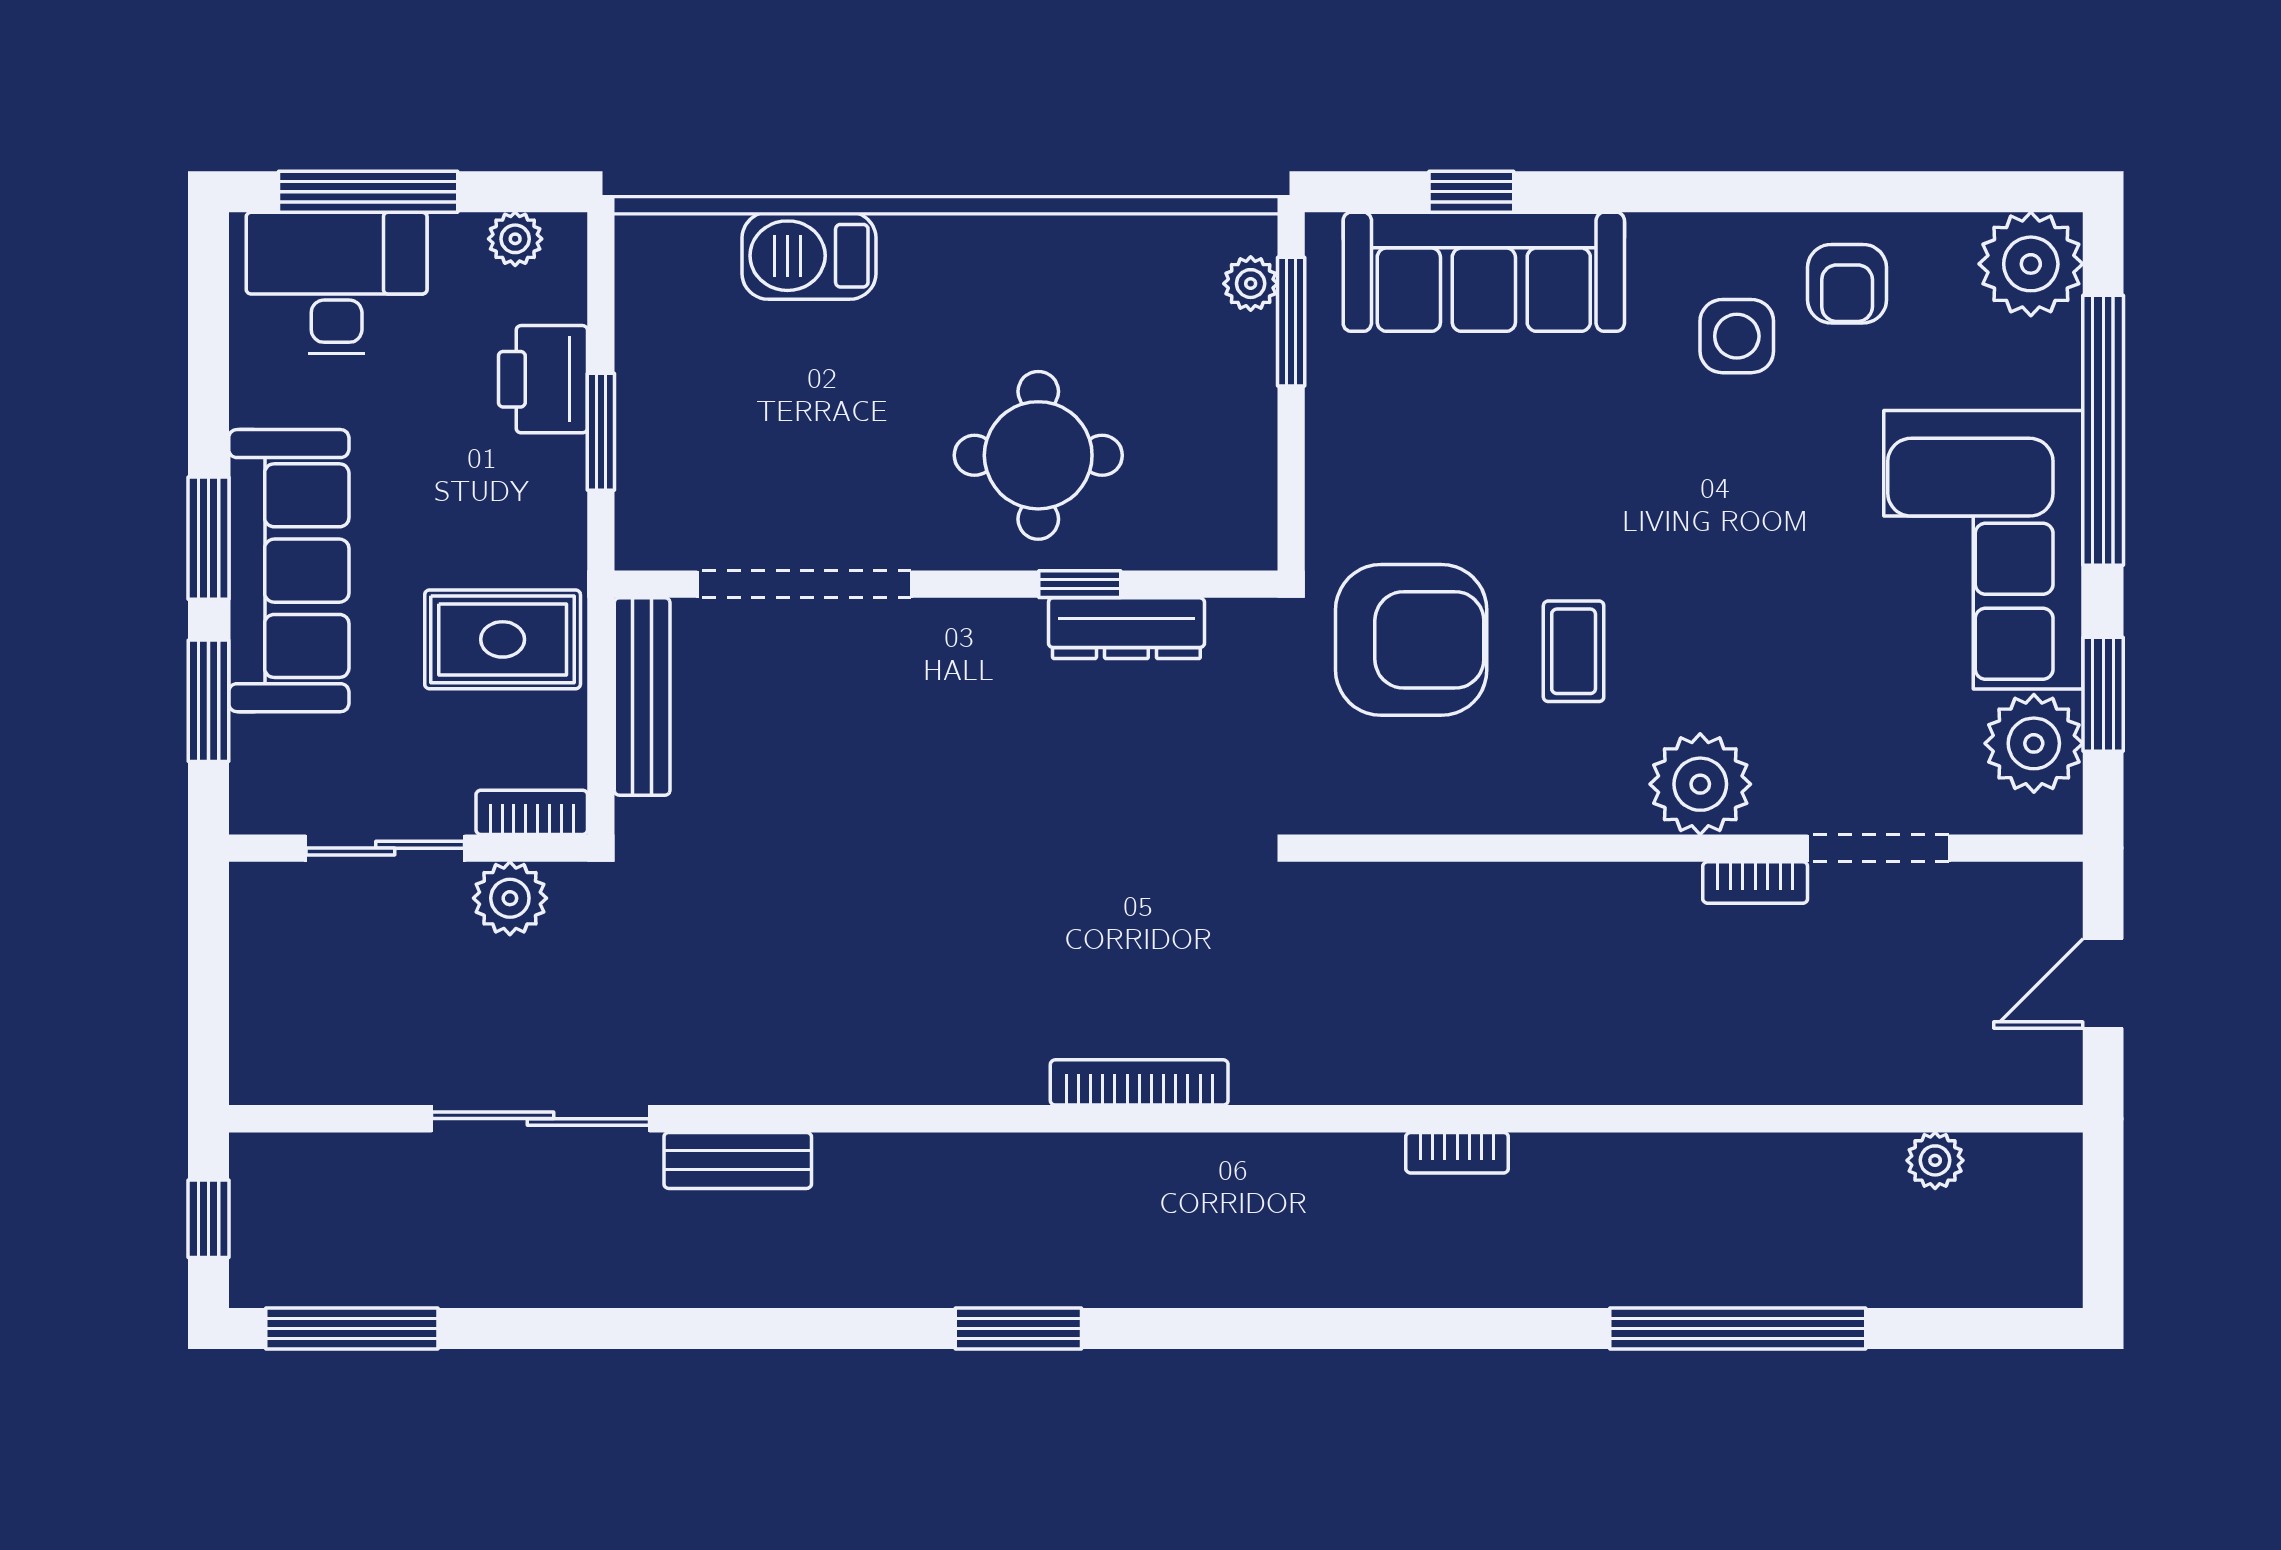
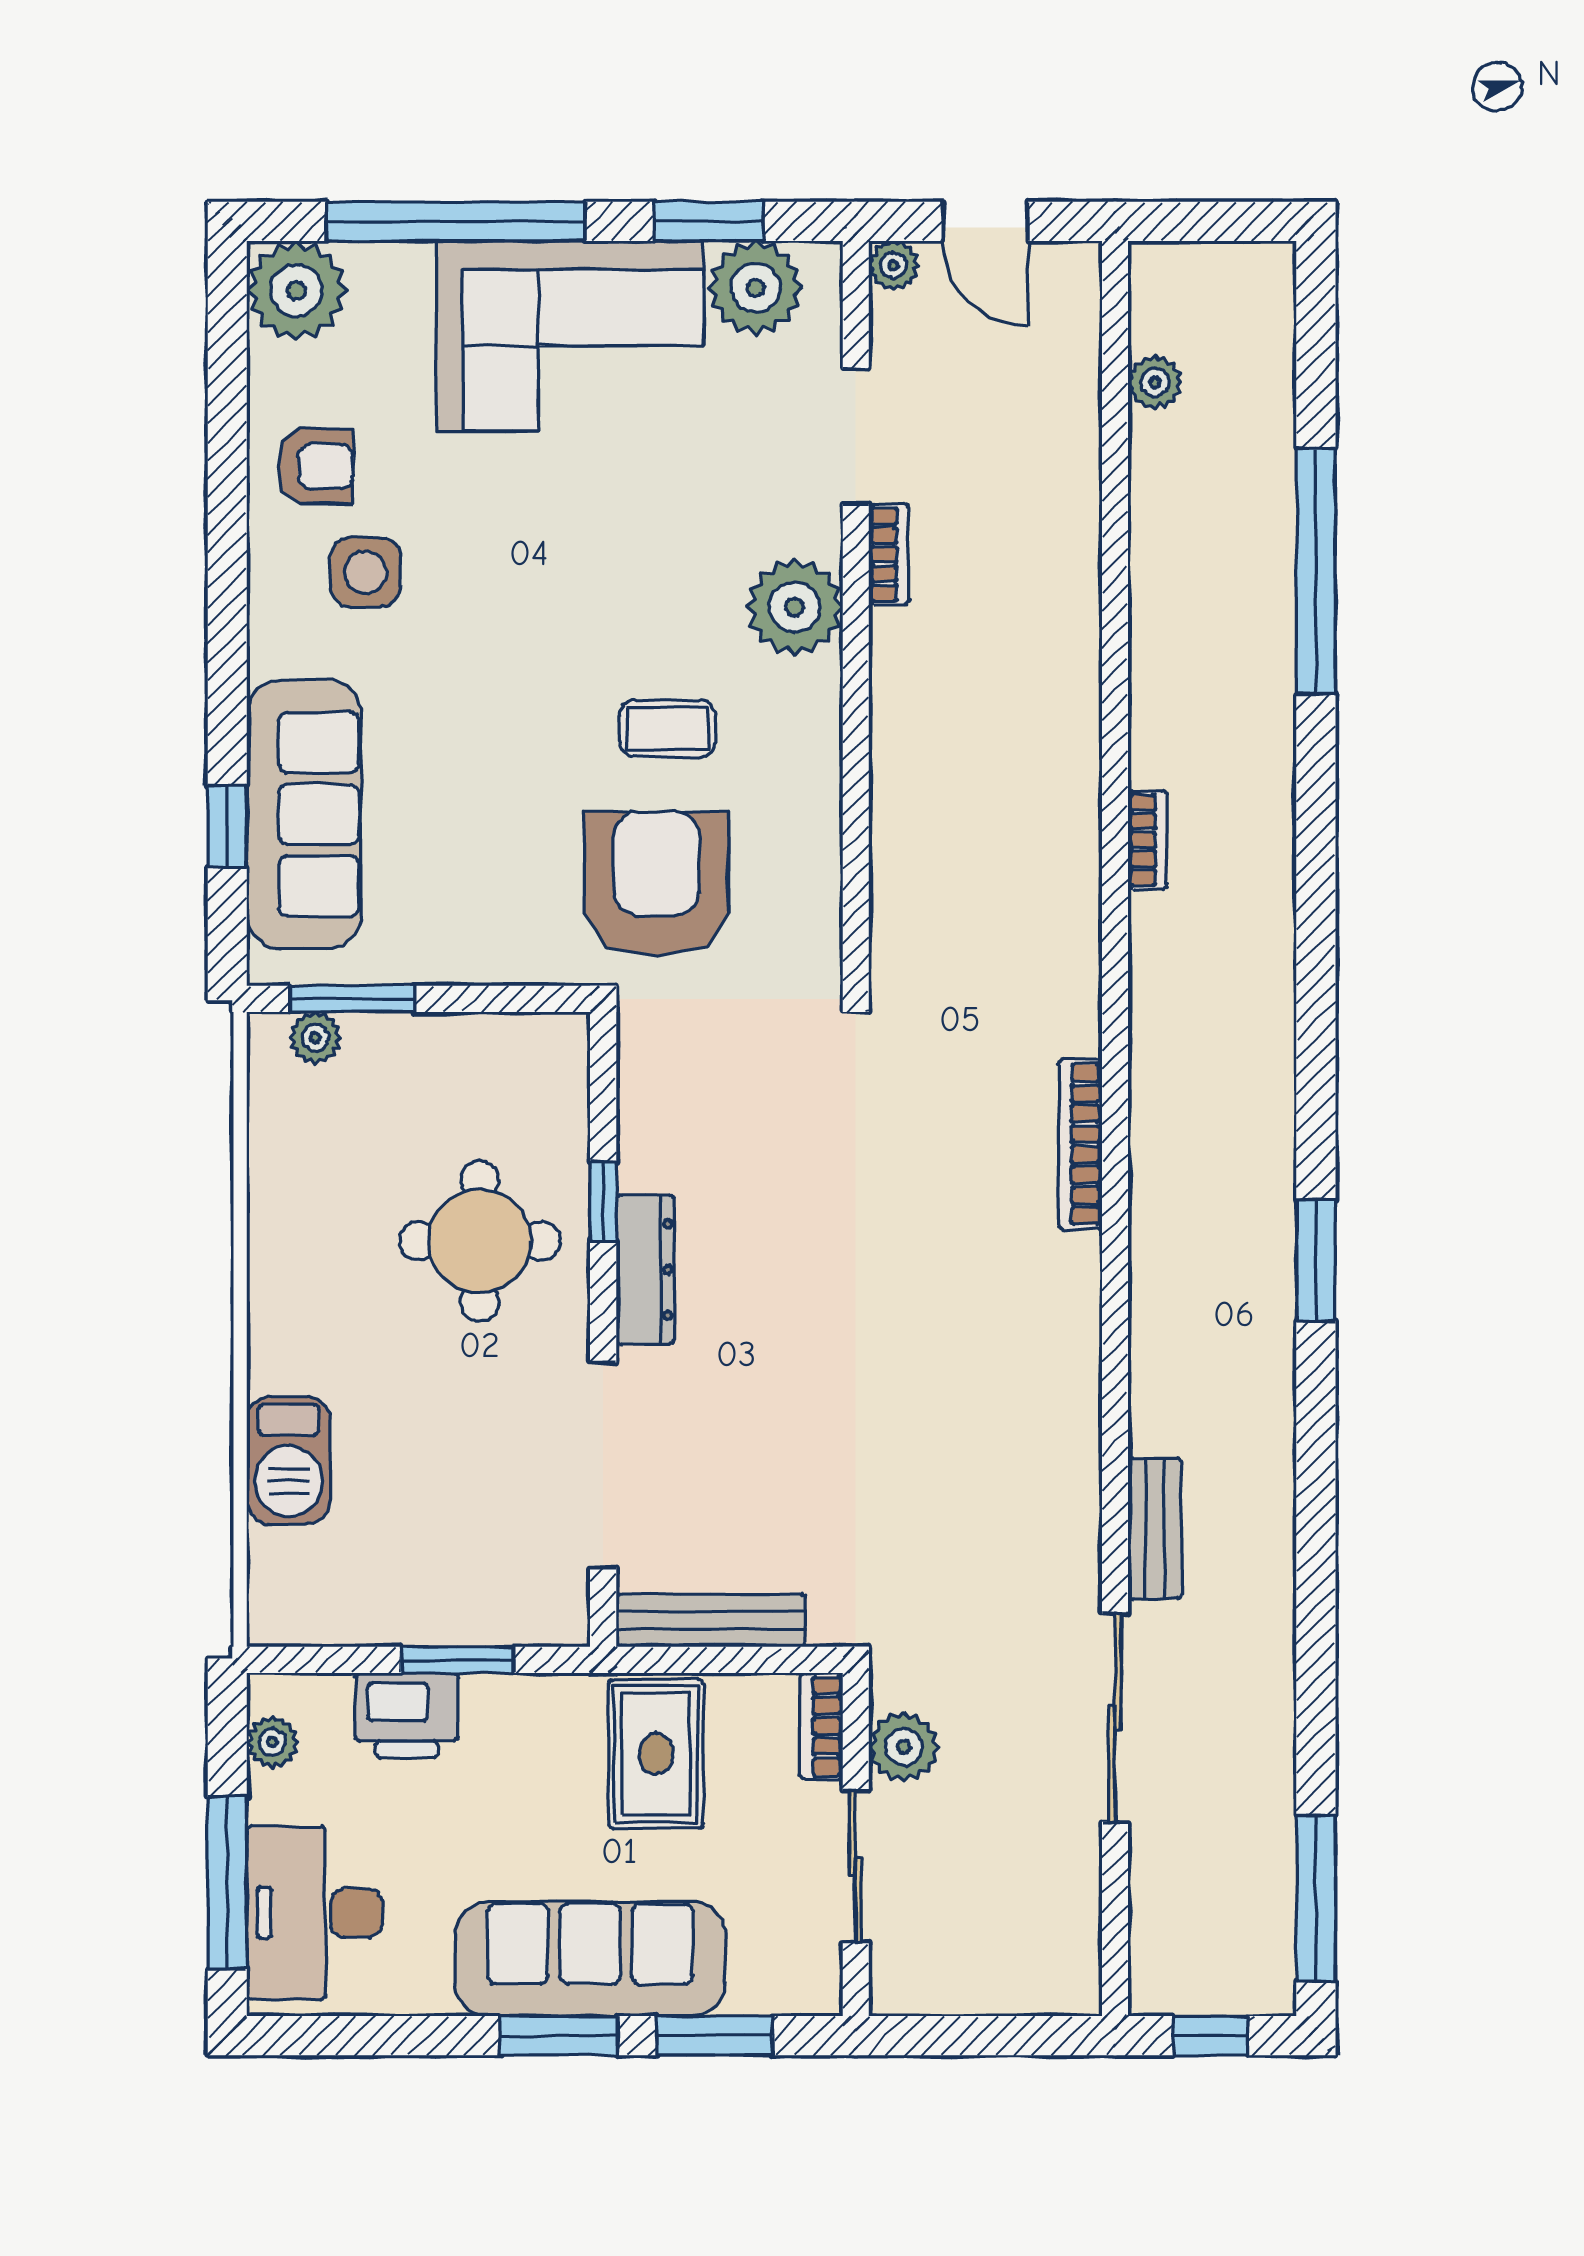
dresser: (1126, 628) -> (645, 1270), moved
plant: (2057, 887) -> (893, 265), added

